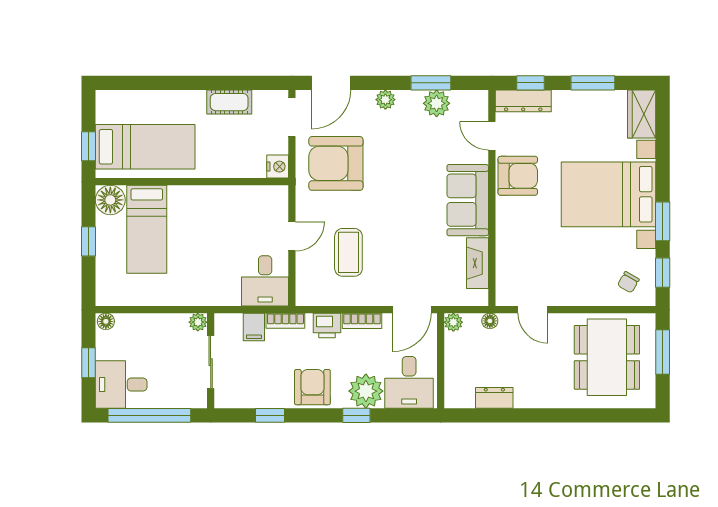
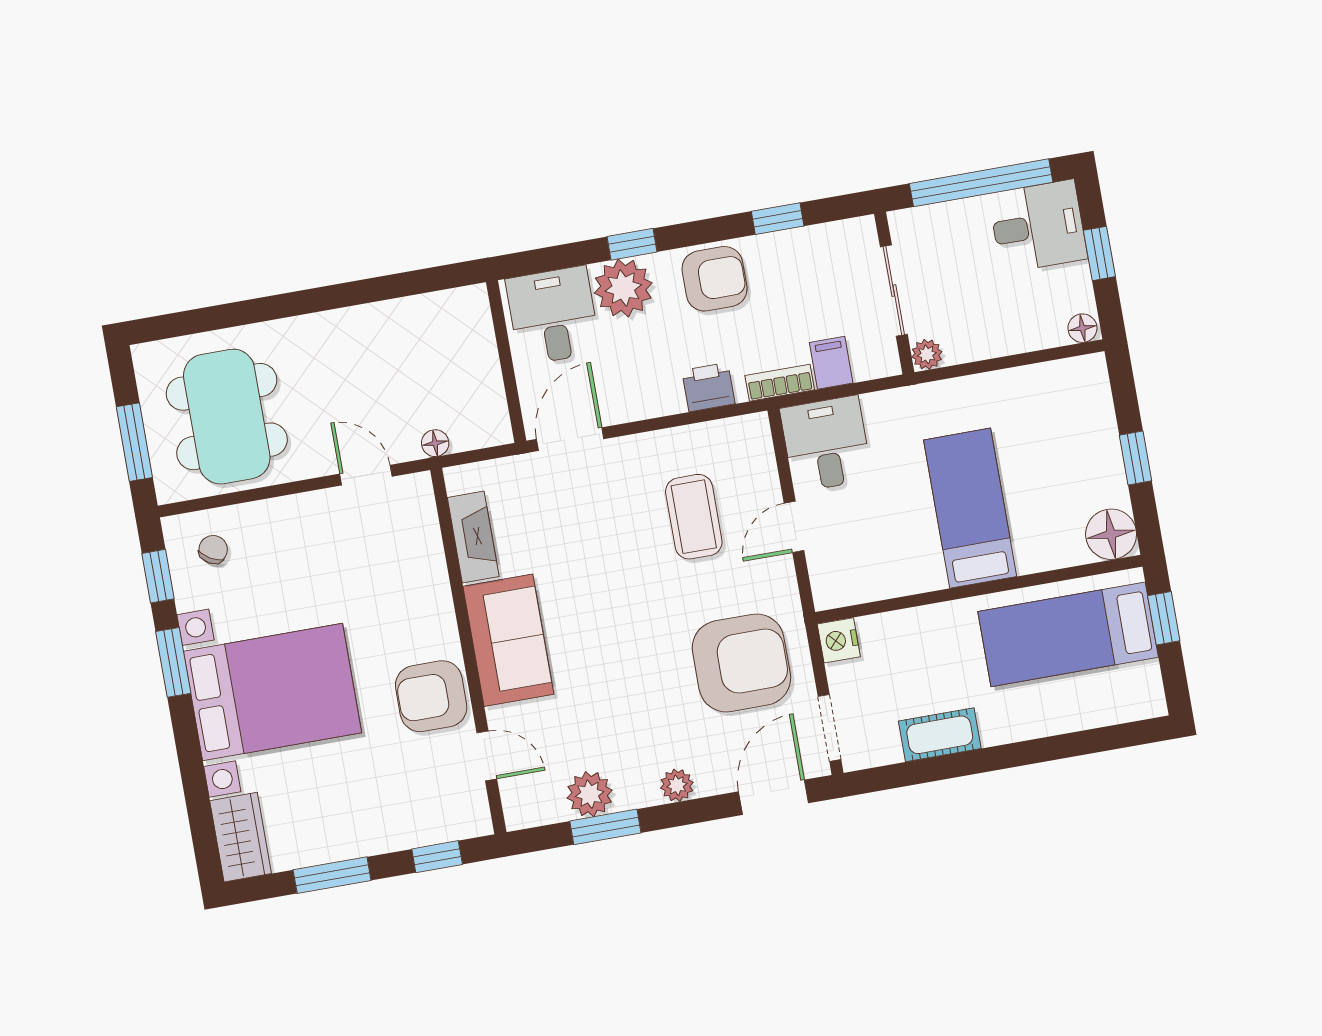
dresser: (523, 101) -> (444, 824), removed
bed: (147, 229) -> (970, 508), moved
bookcase: (362, 321) -> (651, 405), removed
plant: (453, 322) -> (496, 430), removed
armchair: (312, 387) -> (714, 279), turned -90
dresser: (494, 398) -> (405, 315), removed

